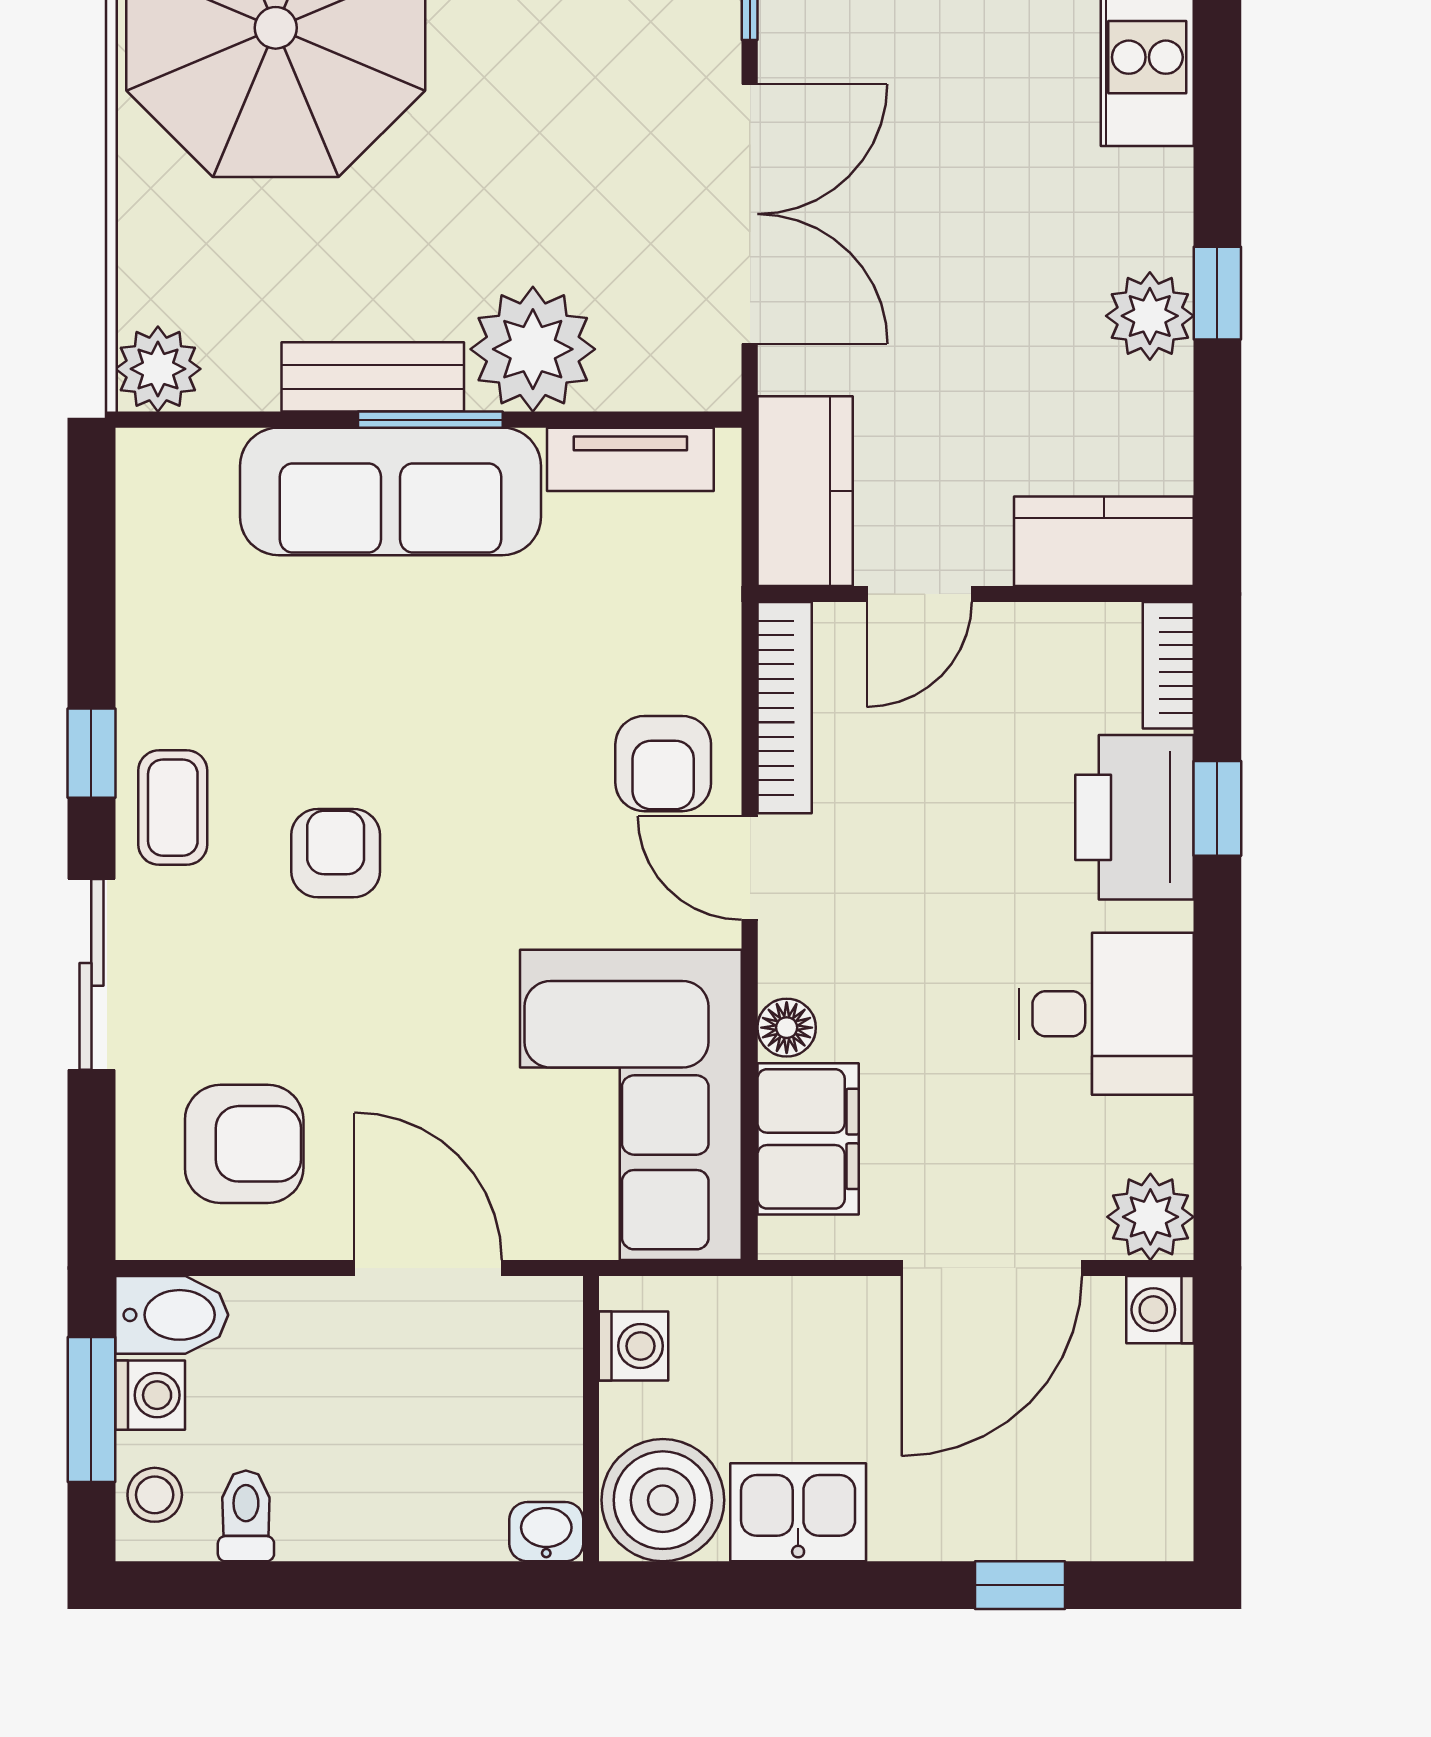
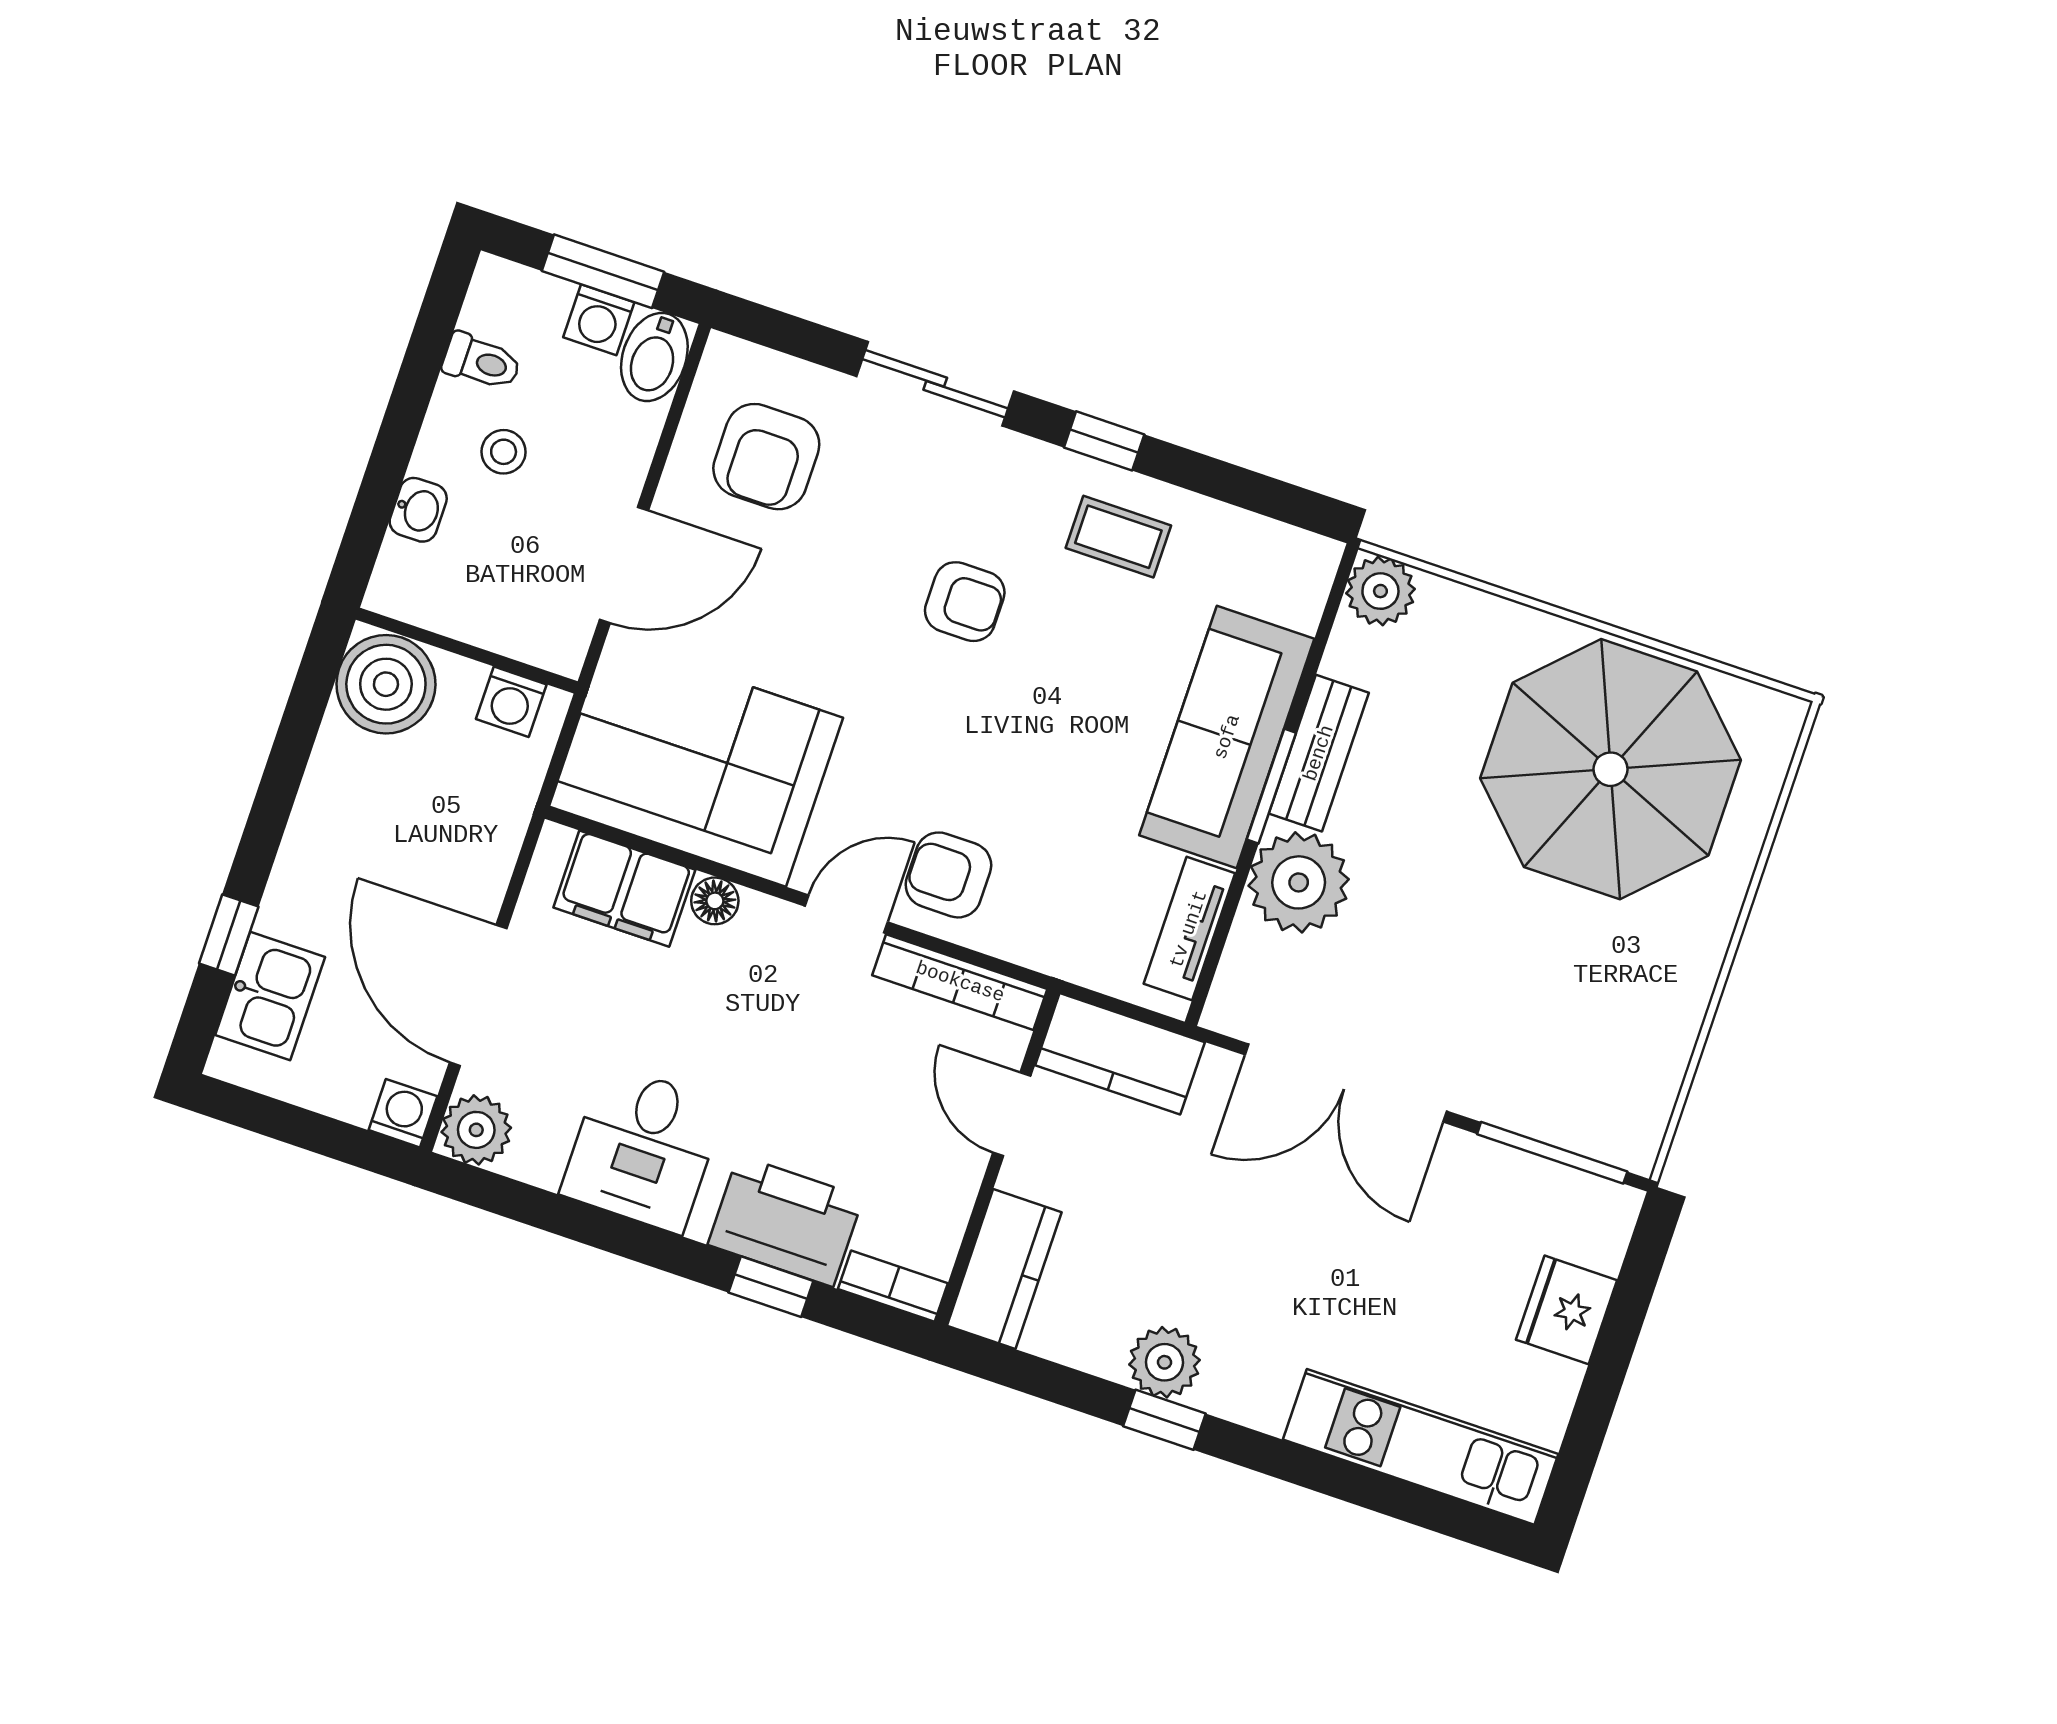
coffee table: (173, 808) -> (1118, 537), moved
stool: (155, 1495) -> (504, 452), moved
kitchen sink: (798, 1512) -> (270, 996), moved
washbasin: (546, 1532) -> (418, 510), moved

